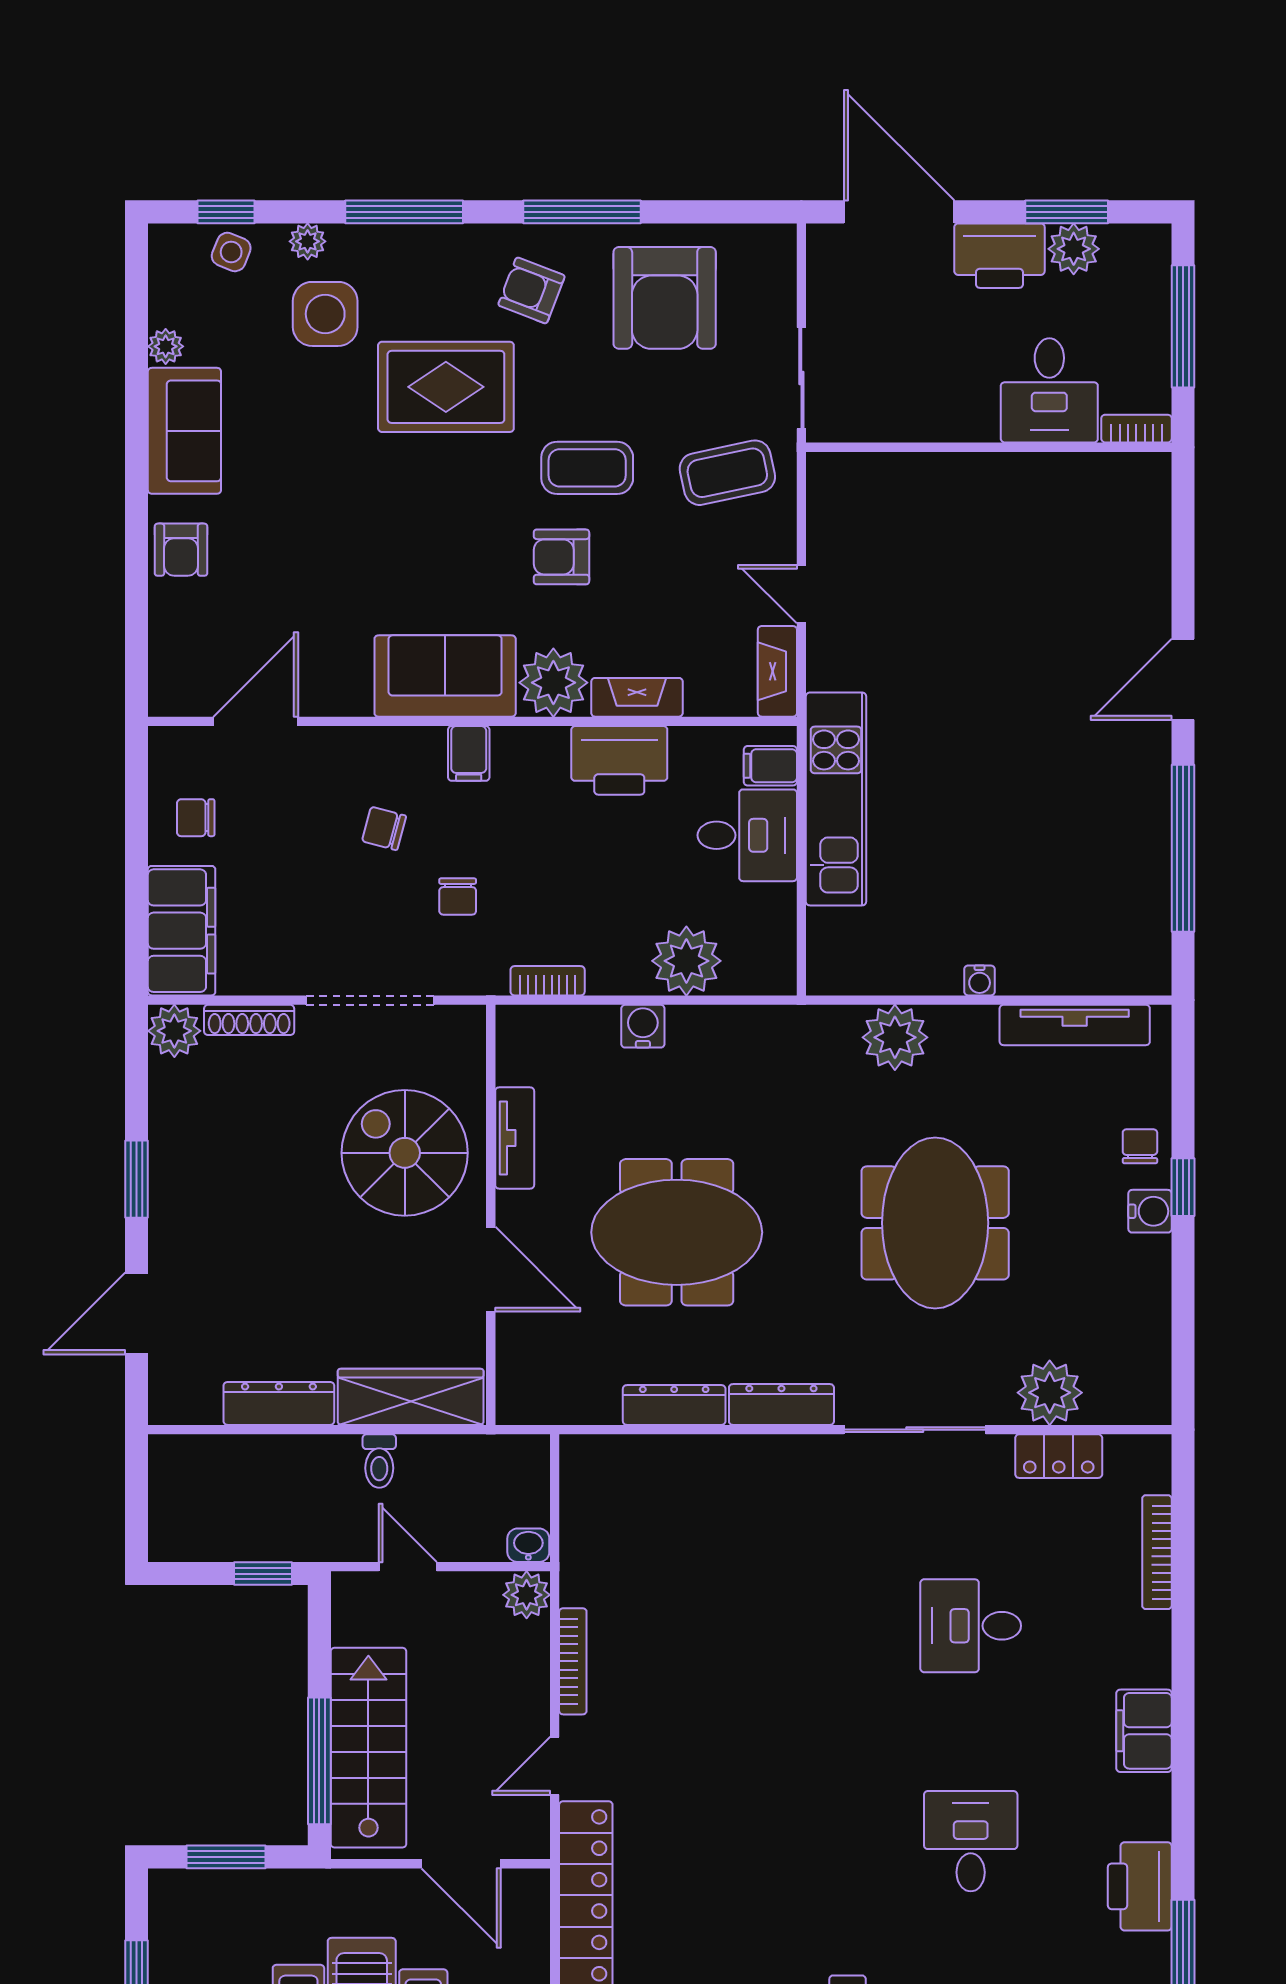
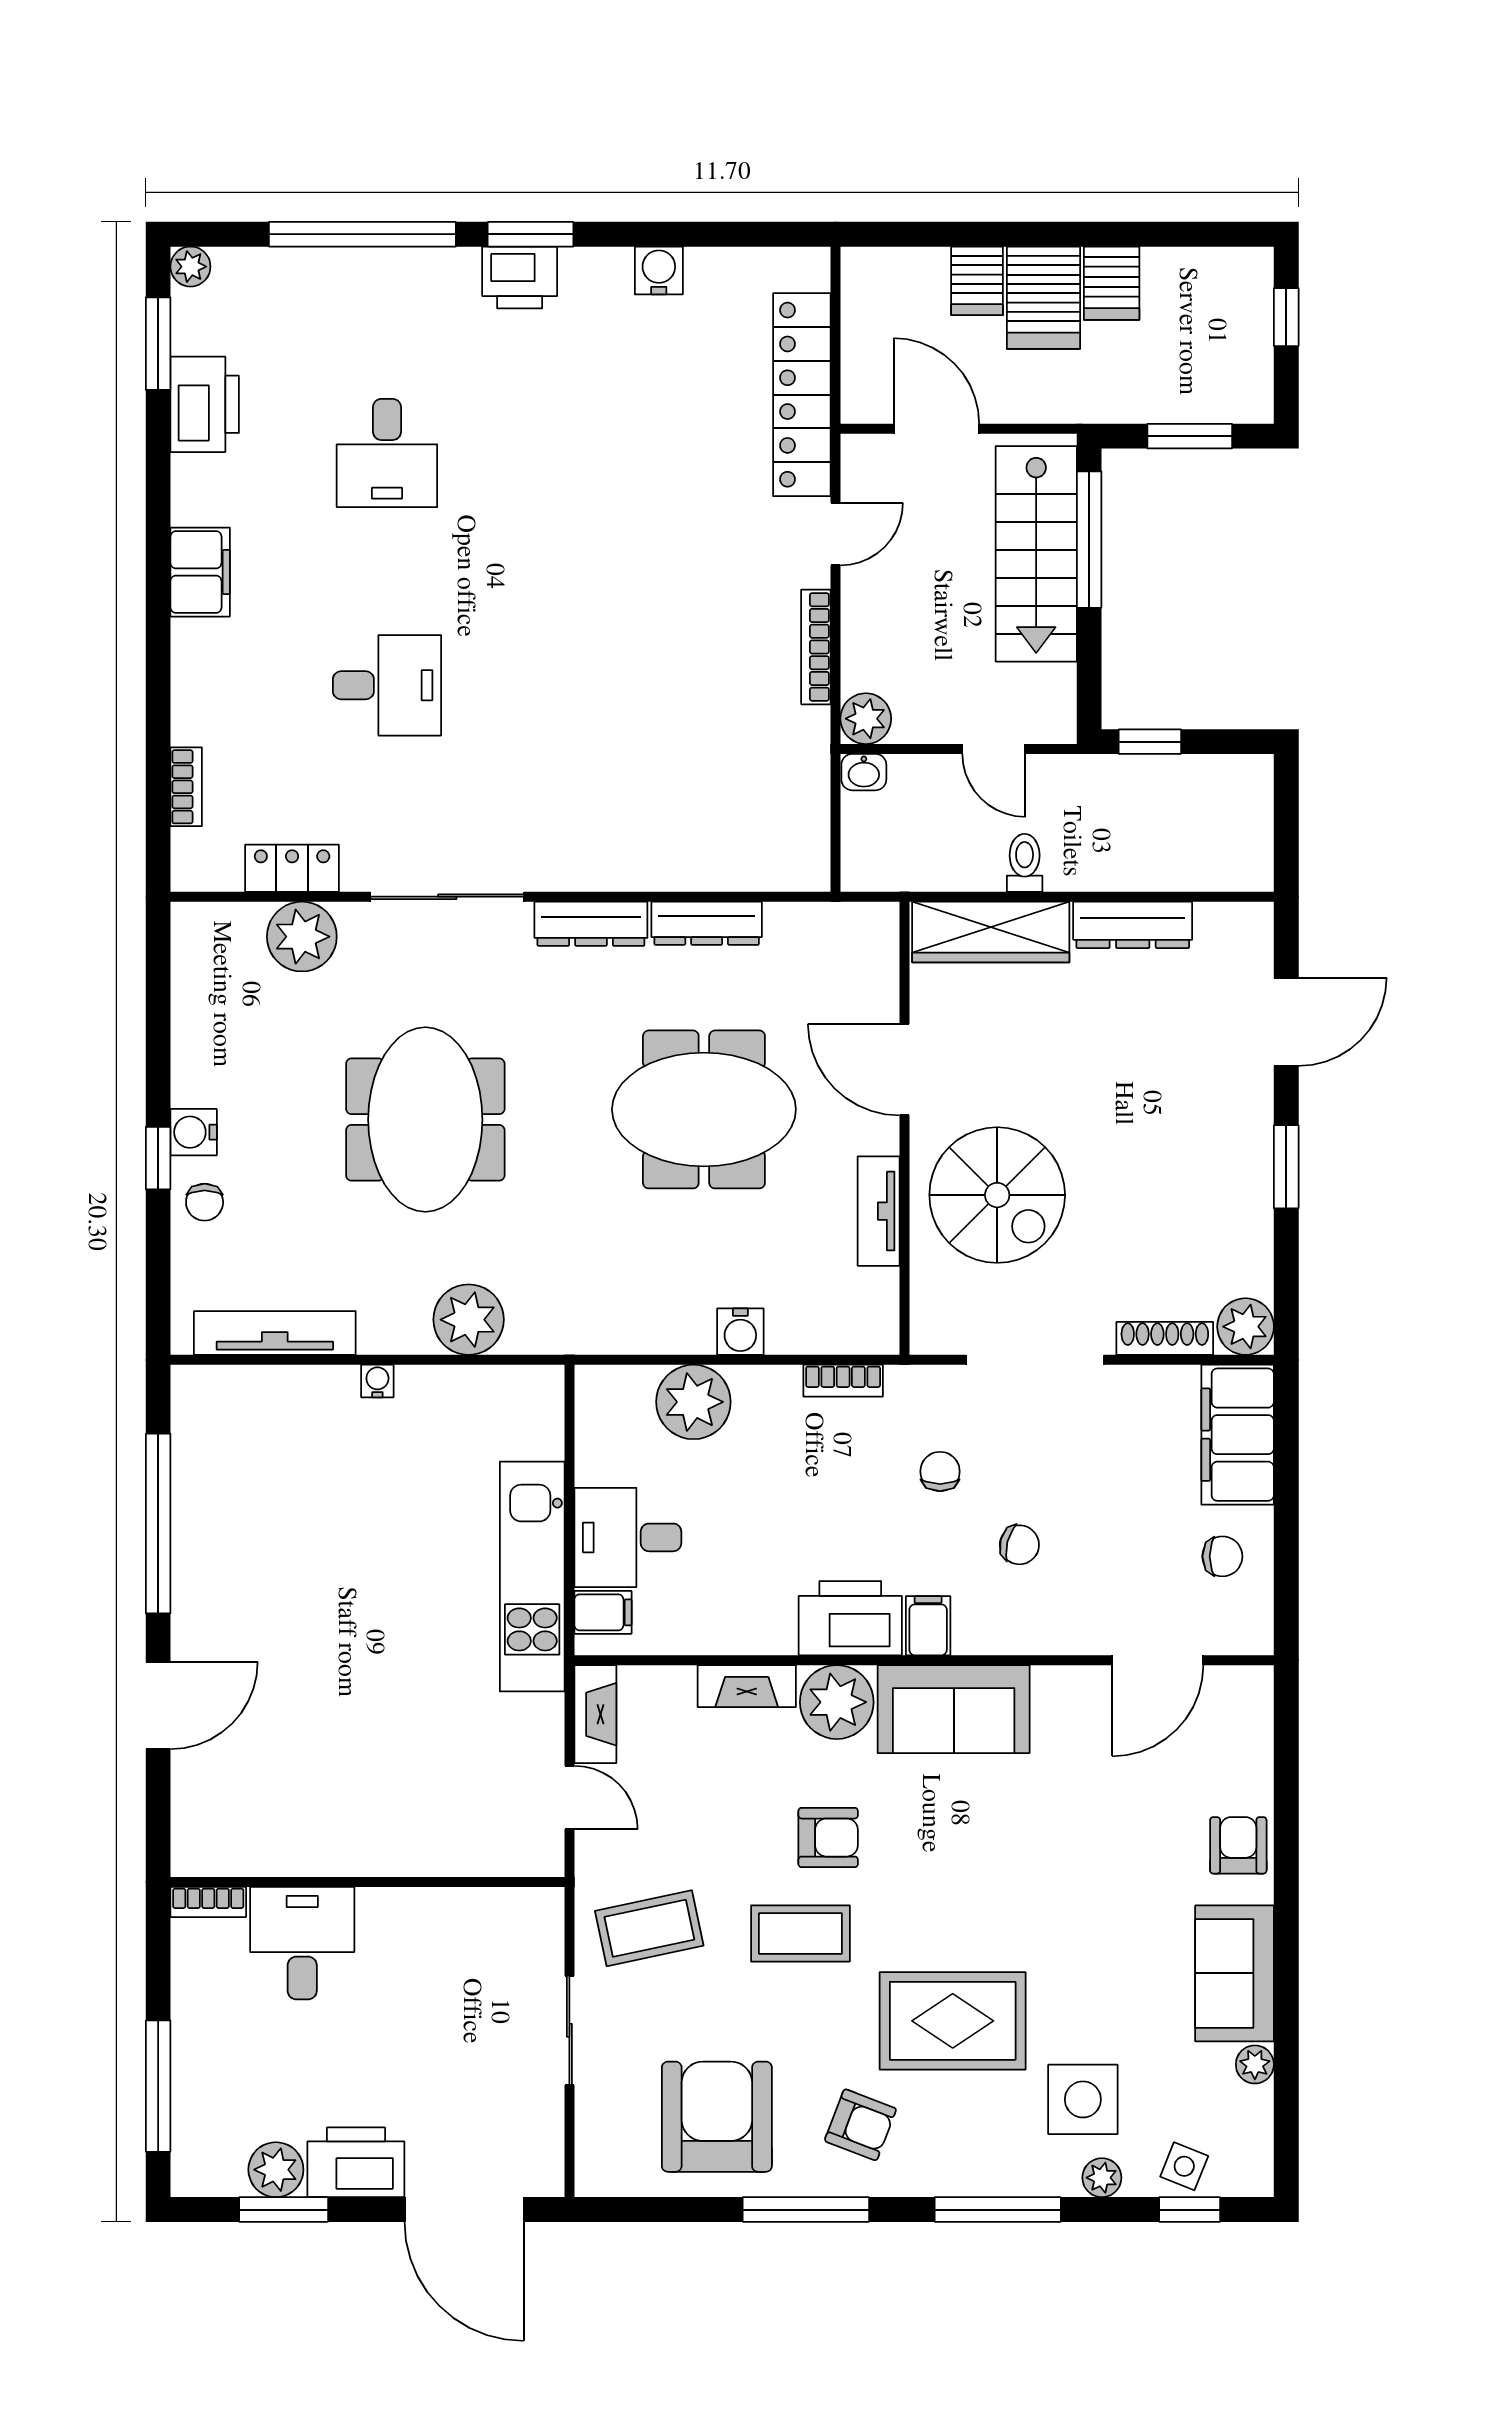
desk: (1049, 390) -> (302, 1943), moved
bookcase: (1136, 429) -> (208, 1902), moved
wall: (989, 447) -> (367, 1882), moved
printer: (619, 760) -> (850, 1618), moved
bookcase: (1157, 1552) -> (186, 787), width x0.64

